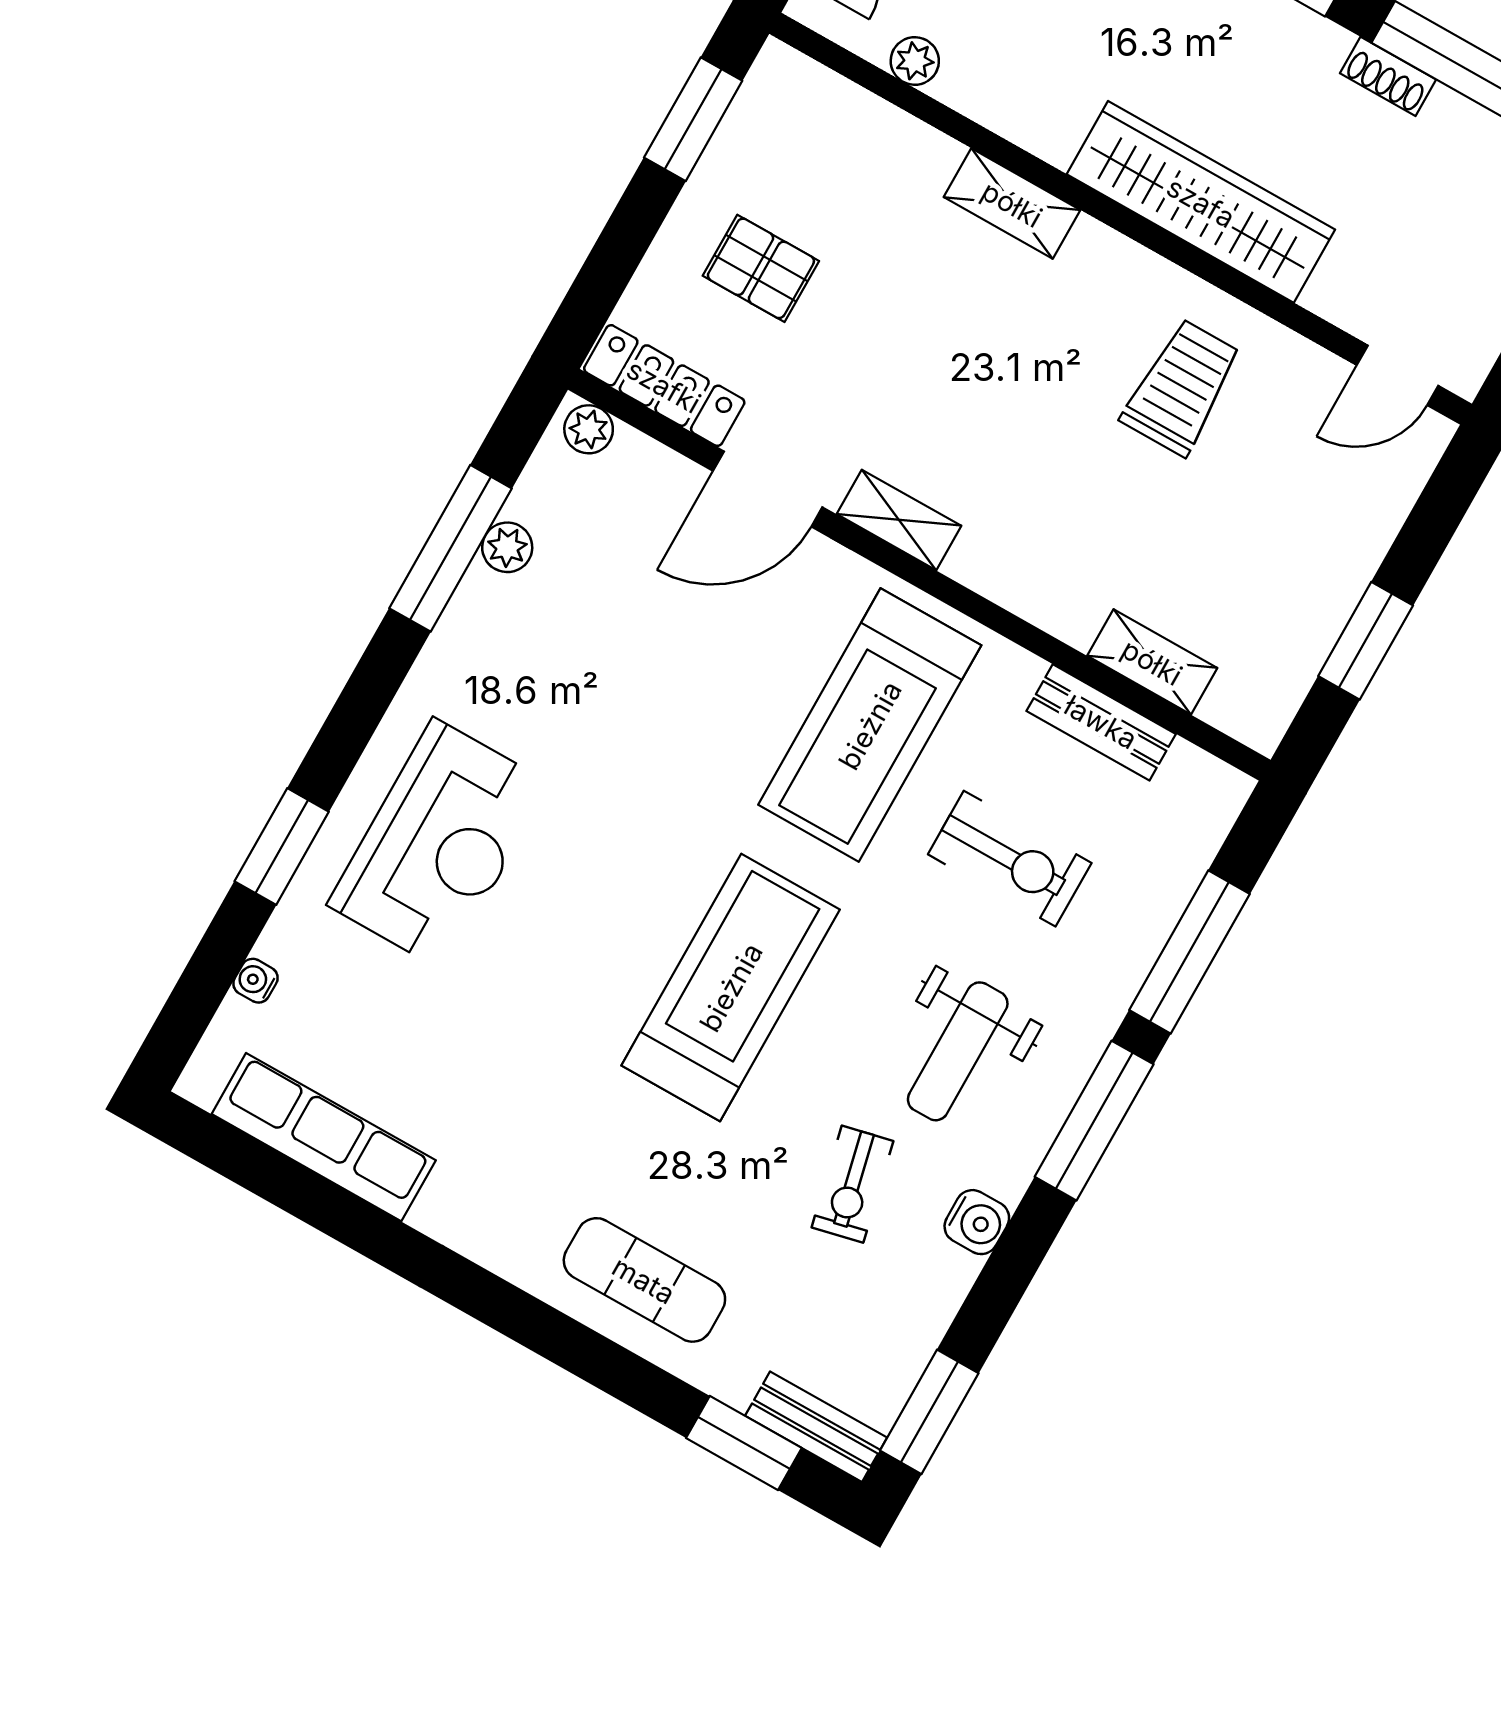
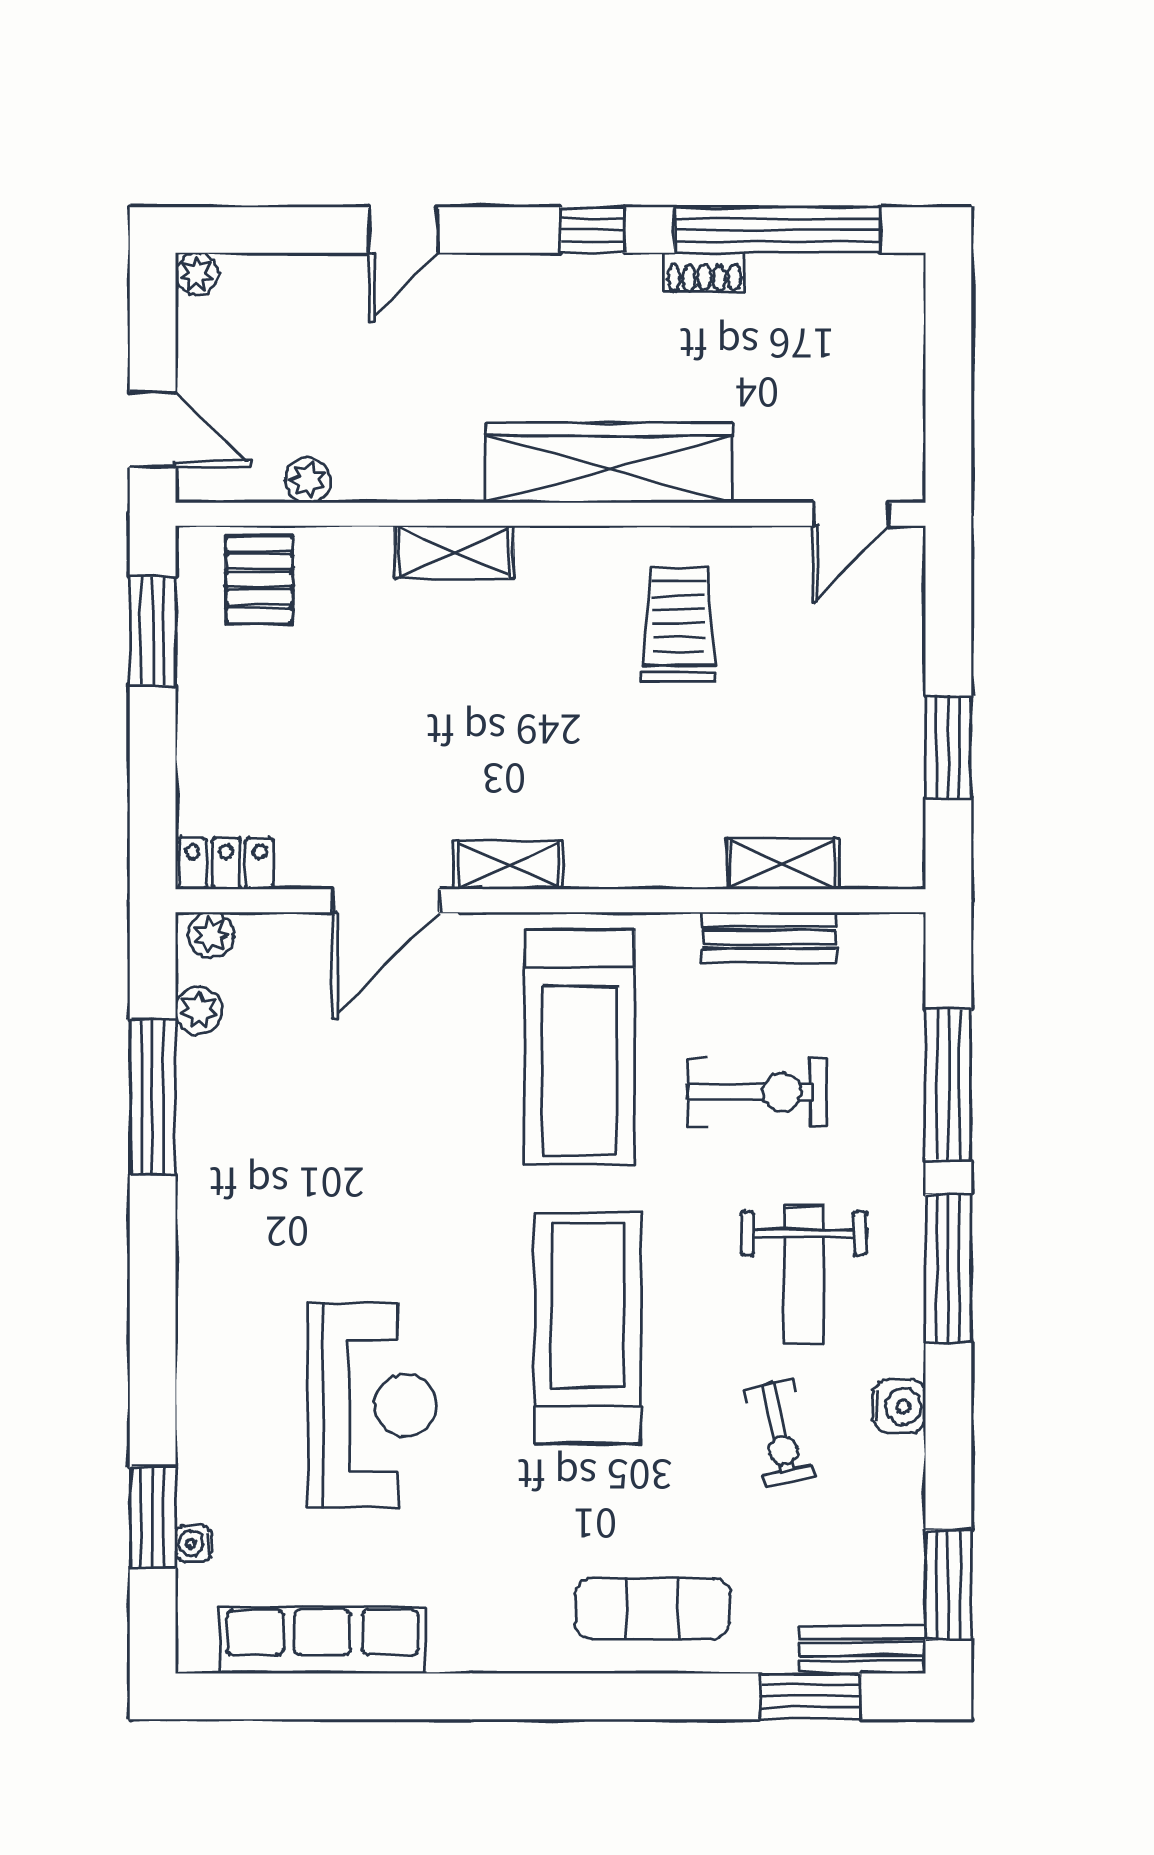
pallet: (761, 268) -> (259, 580), moved, turned 90
locker: (664, 386) -> (226, 864), width x0.66
plant: (507, 547) -> (199, 1011), moved
reception desk: (439, 844) -> (372, 1406), moved
window: (282, 847) -> (153, 1517), moved

